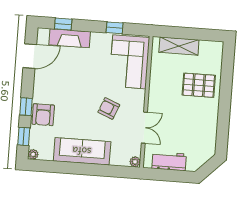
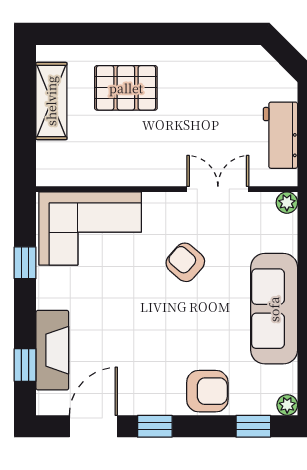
shelving: (179, 46) -> (51, 101), moved
door: (30, 56) -> (93, 426), hinge flipped
pallet: (199, 85) -> (126, 88), turned 90
window: (26, 107) -> (155, 426), moved
armchair: (109, 108) -> (185, 262), turned 109

